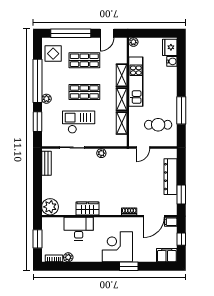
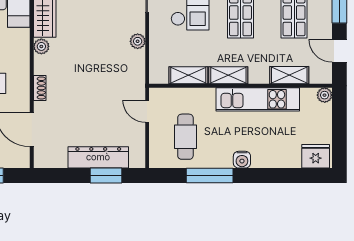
water cooler: (172, 61) -> (242, 160), moved
shelving: (122, 75) -> (289, 75), moved
window: (181, 195) -> (106, 175), moved
plant: (104, 210) -> (41, 46), added
filing cabinet: (171, 222) -> (22, 158), removed

